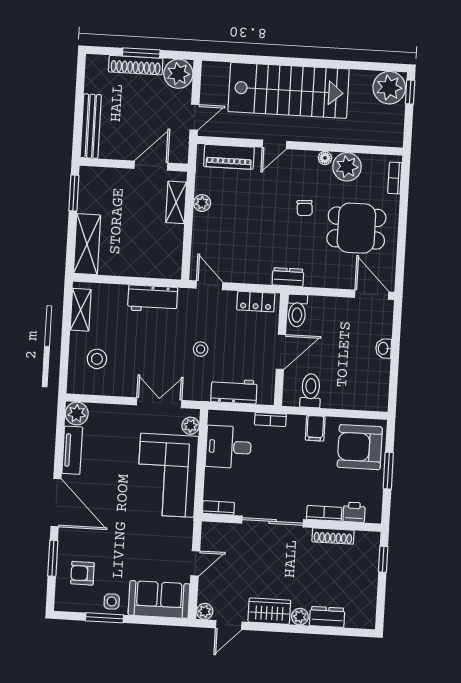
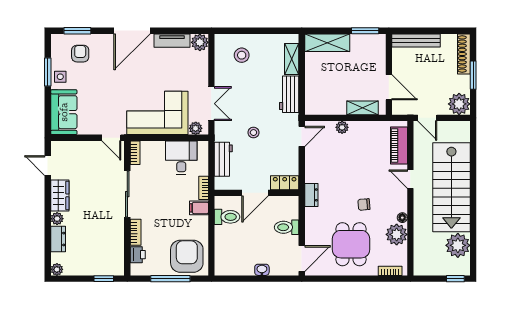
shoe rack: (136, 65) -> (464, 54), moved
plant: (389, 88) -> (458, 245), moved
plant: (202, 203) -> (342, 127), moved
locker: (256, 302) -> (285, 183), moved, turned 90
shelving: (81, 310) -> (292, 59), moved, turned 90
toilet: (297, 311) -> (287, 227), moved
door: (281, 352) -> (255, 193), hinge flipped
filing cabinet: (315, 428) -> (199, 208), moved
window: (388, 471) -> (170, 279), width x1.44
shoe rack: (333, 536) -> (119, 240), removed
window: (53, 558) -> (77, 31), moved
door: (195, 563) -> (111, 138), moved
plant: (205, 611) -> (57, 269), moved

